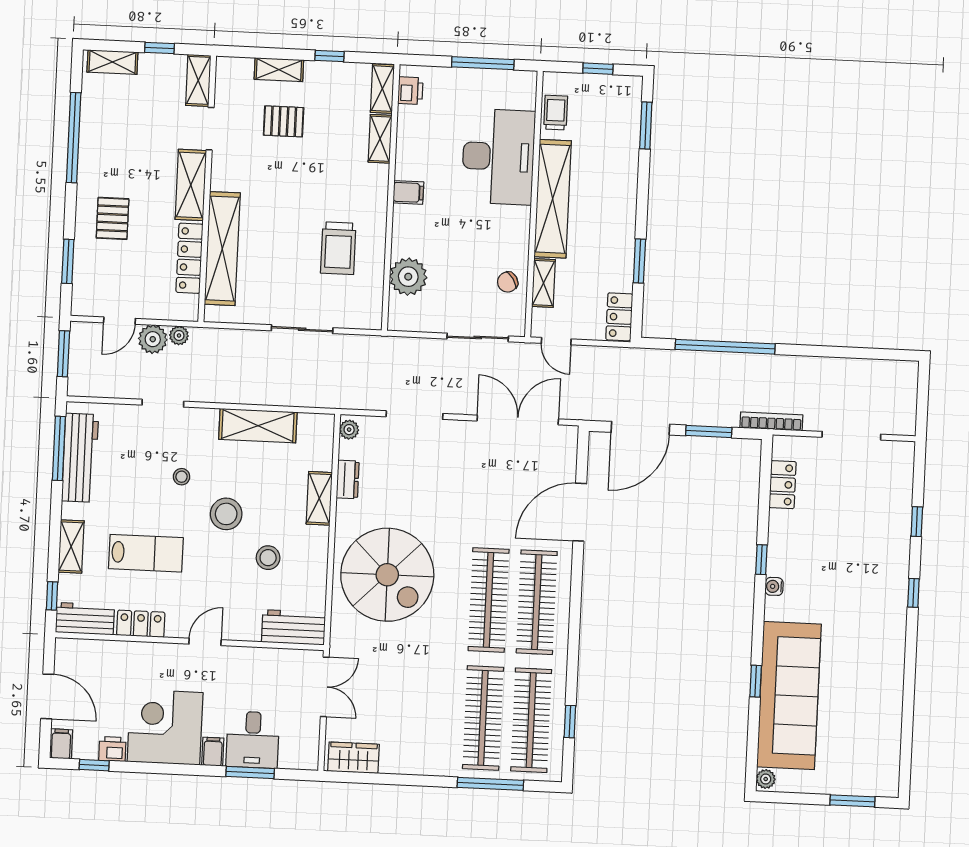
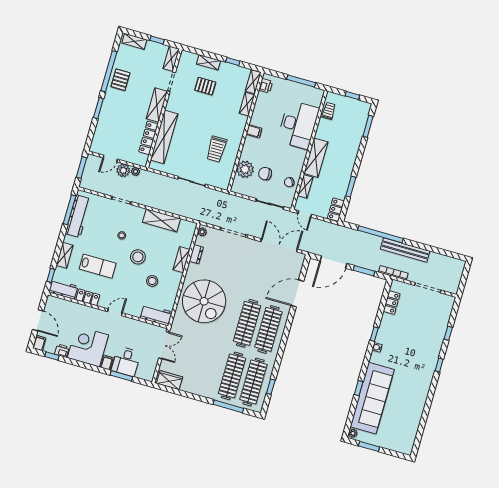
shelving: (553, 199) -> (316, 158), width x0.68
pallet: (113, 218) -> (120, 80), moved
window: (68, 261) -> (98, 108), moved
chair: (453, 276) -> (265, 174), added
bench: (785, 367) -> (405, 250), added
window: (852, 801) -> (369, 446), moved

